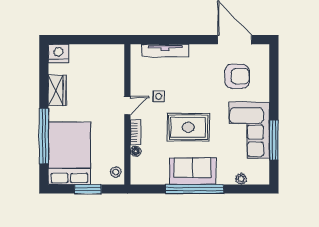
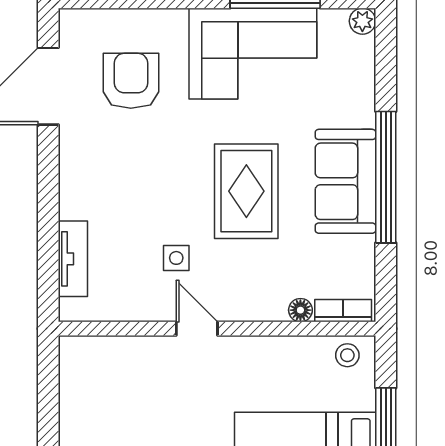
tv unit: (165, 51) -> (73, 259), width x0.71
bookcase: (135, 132) -> (343, 311), moved
plant: (241, 179) -> (362, 21), moved

